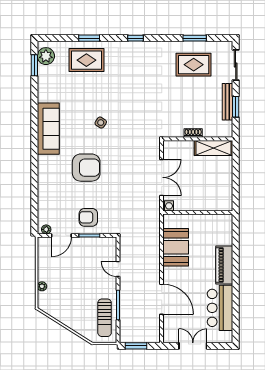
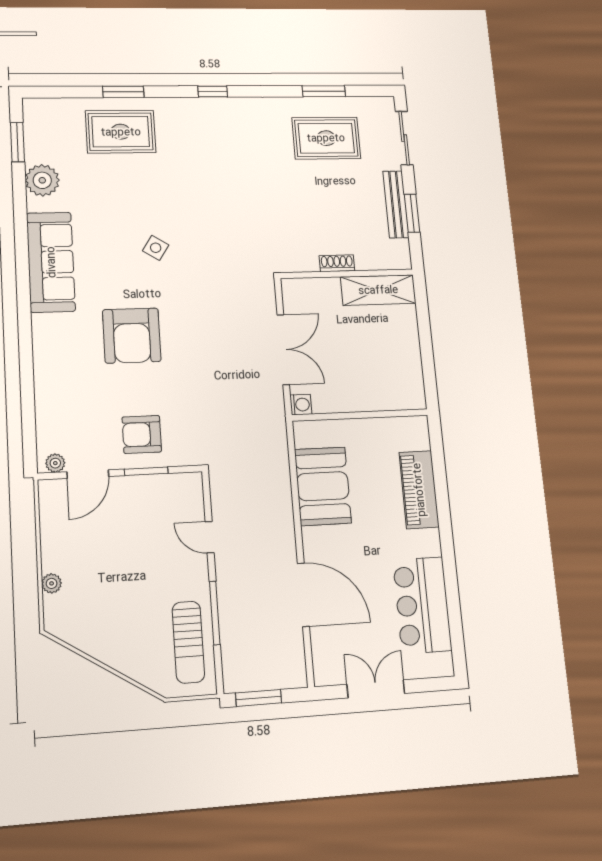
plant: (46, 56) -> (42, 180), moved
armchair: (86, 168) -> (132, 336), turned 90
piano: (224, 265) -> (419, 490), moved

